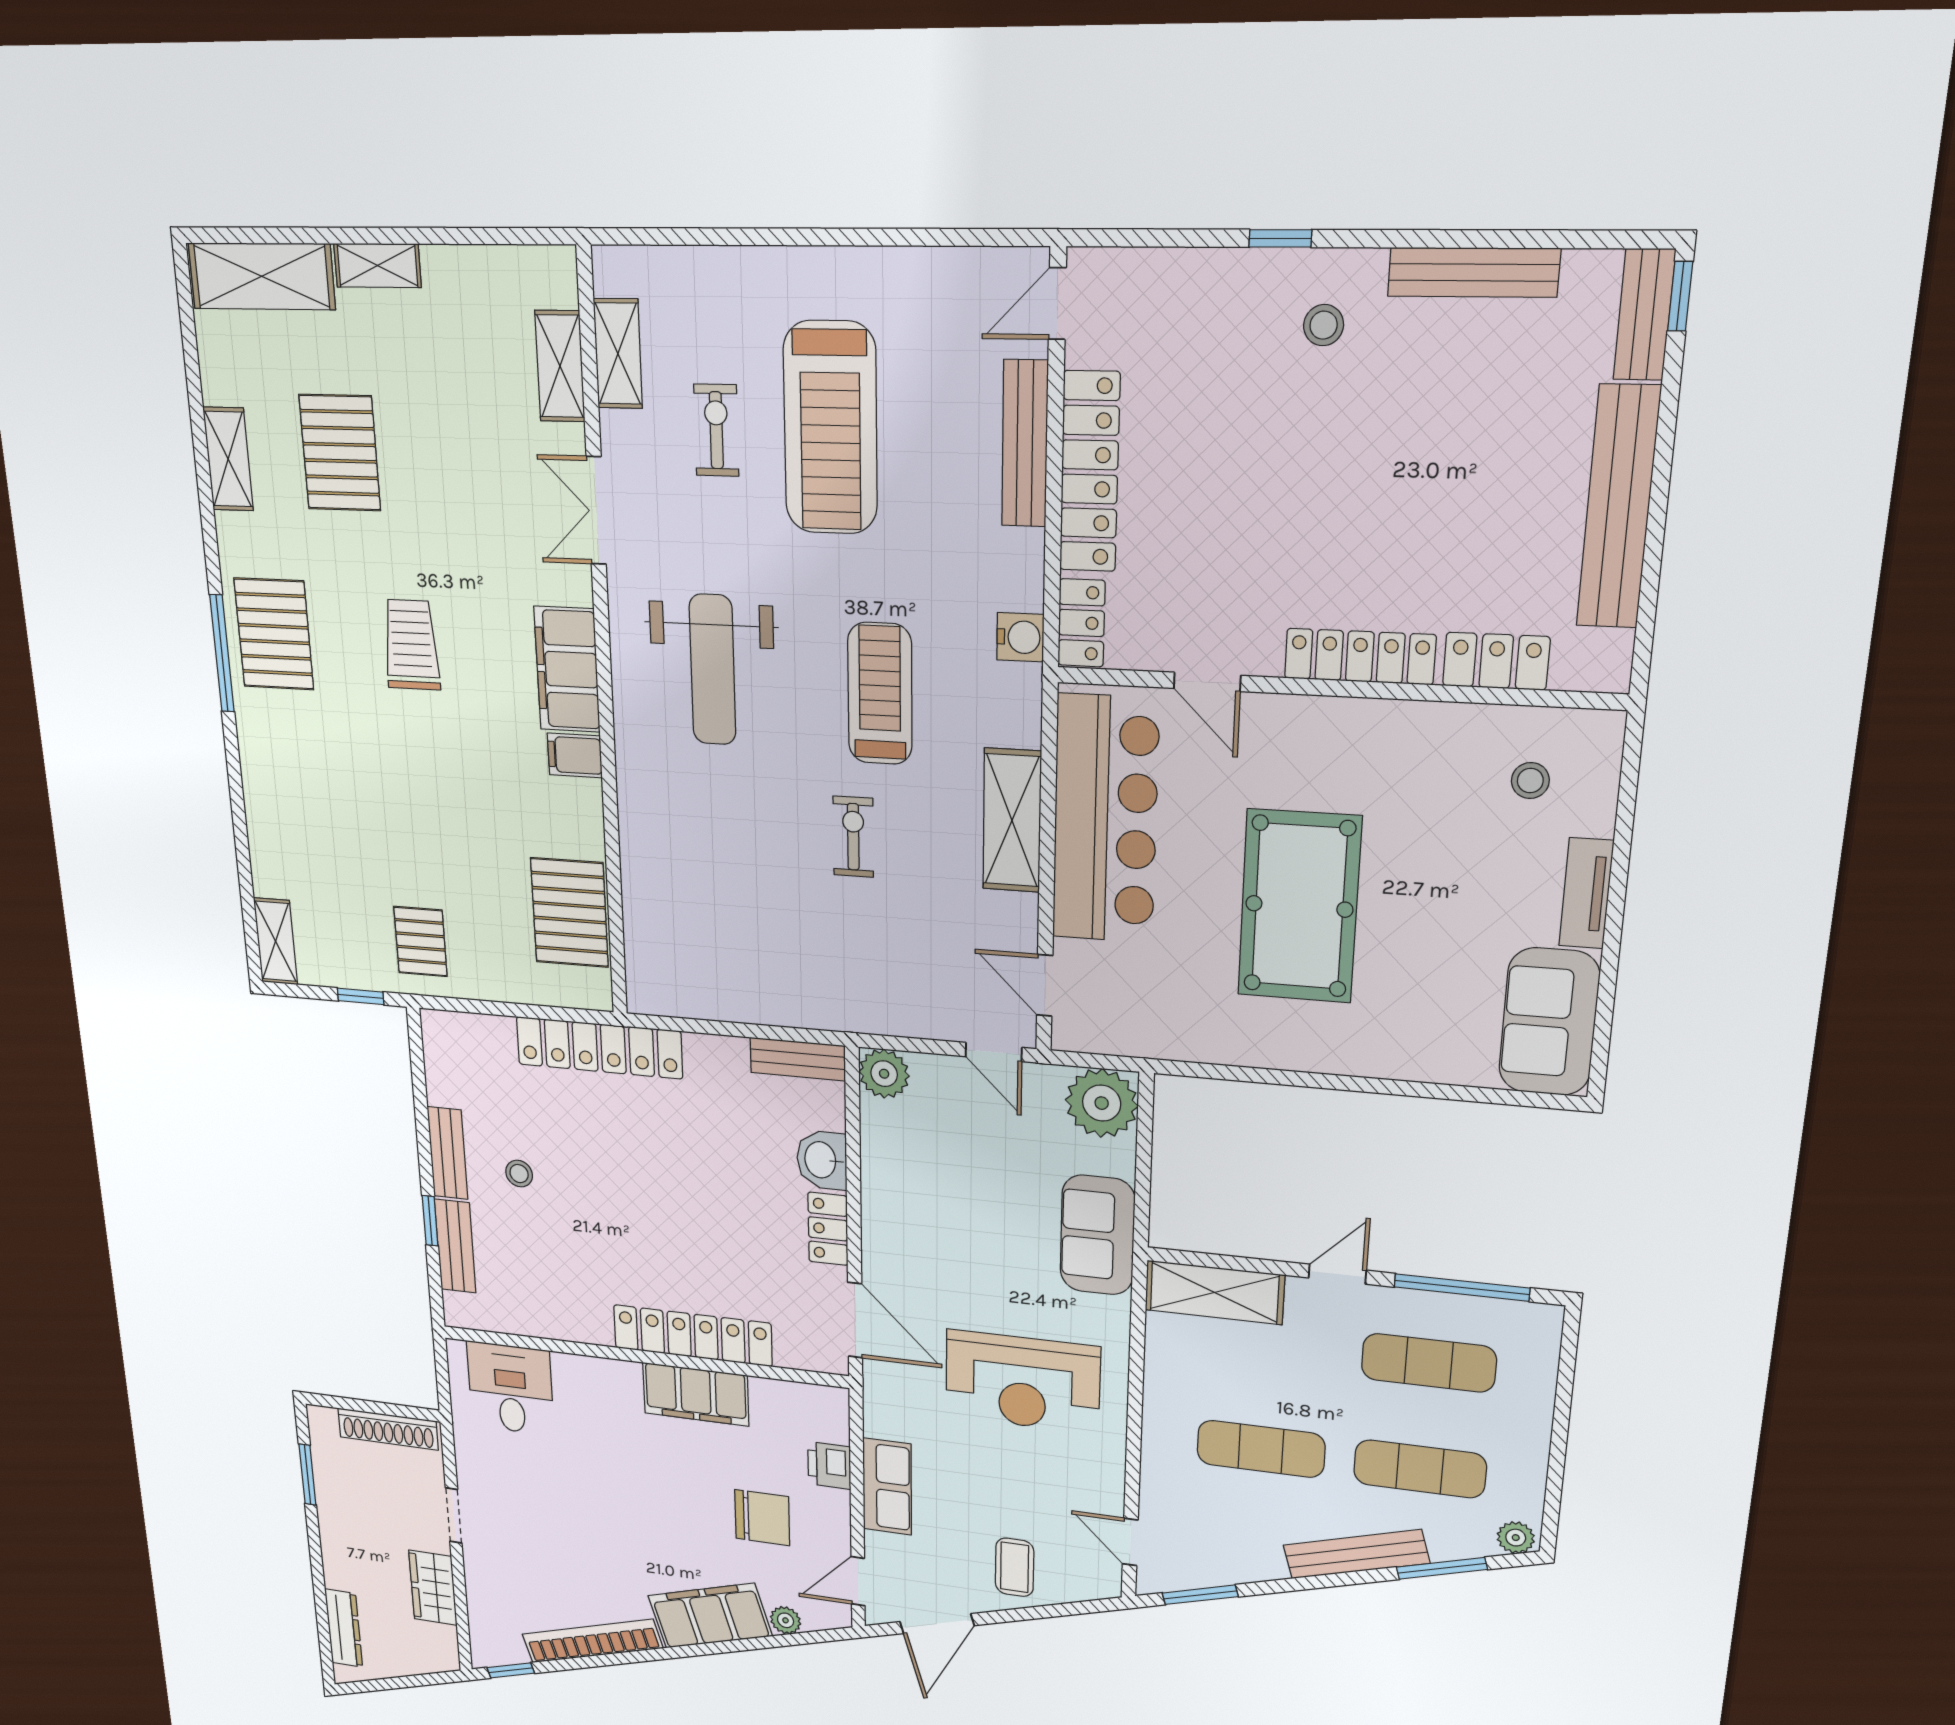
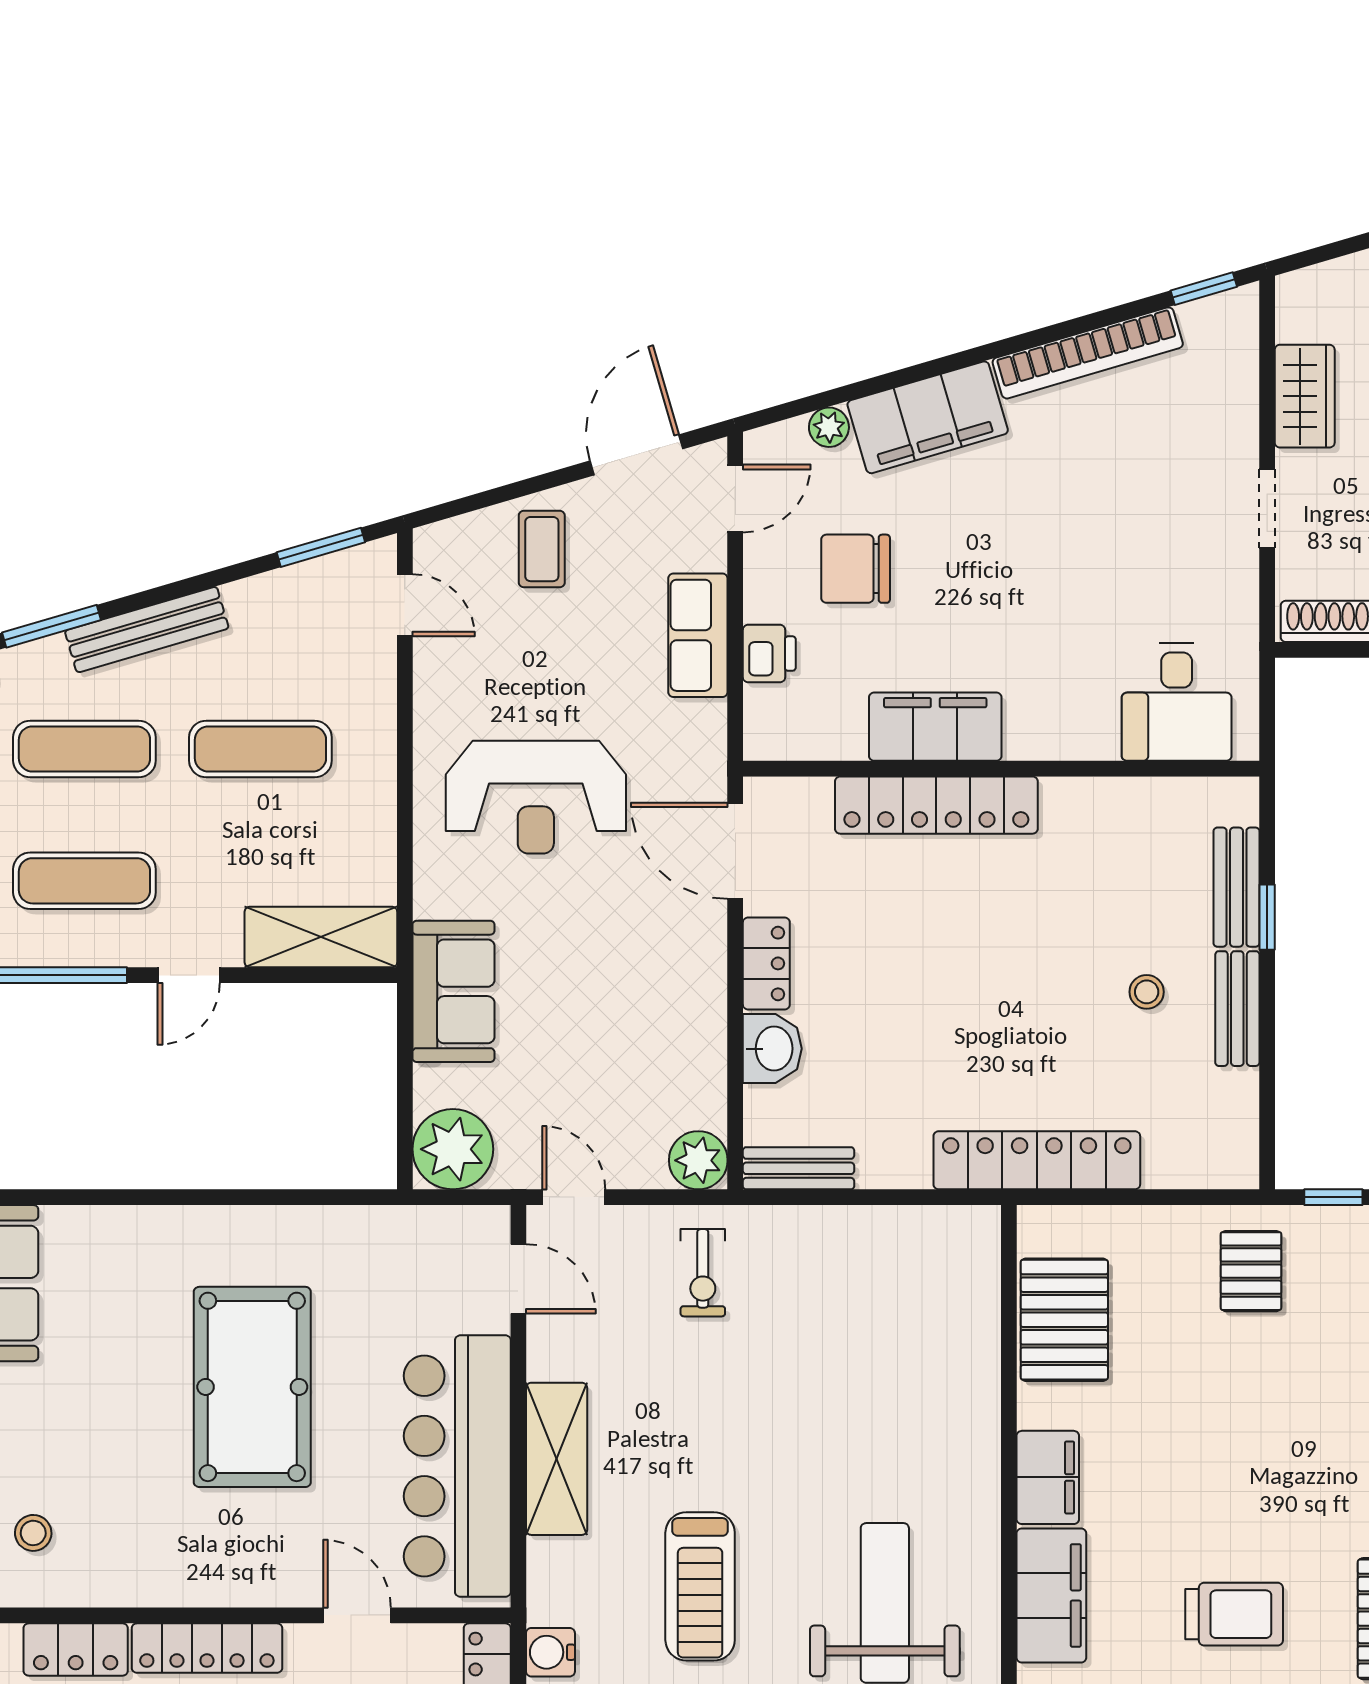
trolley: (411, 645) -> (1234, 1614), turned -90
filing cabinet: (575, 755) -> (1048, 1477), width x2.00
exercise bike: (853, 837) -> (703, 1273), moved
reception desk: (1022, 1382) -> (536, 797), turned 180

